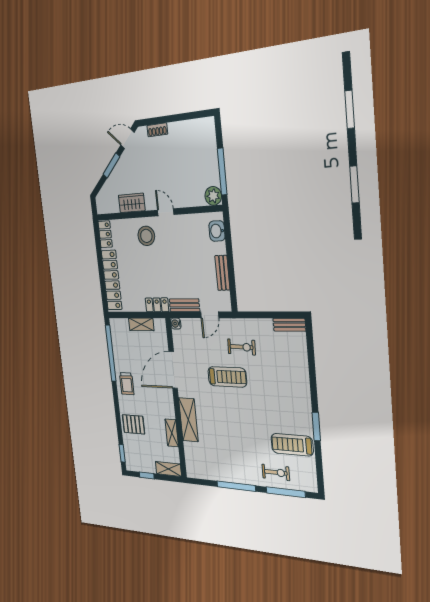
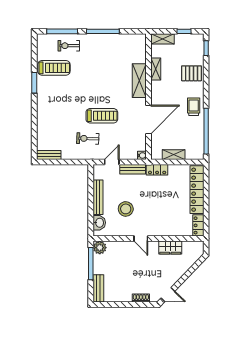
bench: (209, 137) -> (98, 288), added
window: (111, 165) -> (185, 277), removed
stool: (146, 236) -> (126, 209), moved
bench: (222, 273) -> (98, 197), width x1.36
treadmill: (227, 377) -> (102, 116), turned 180

